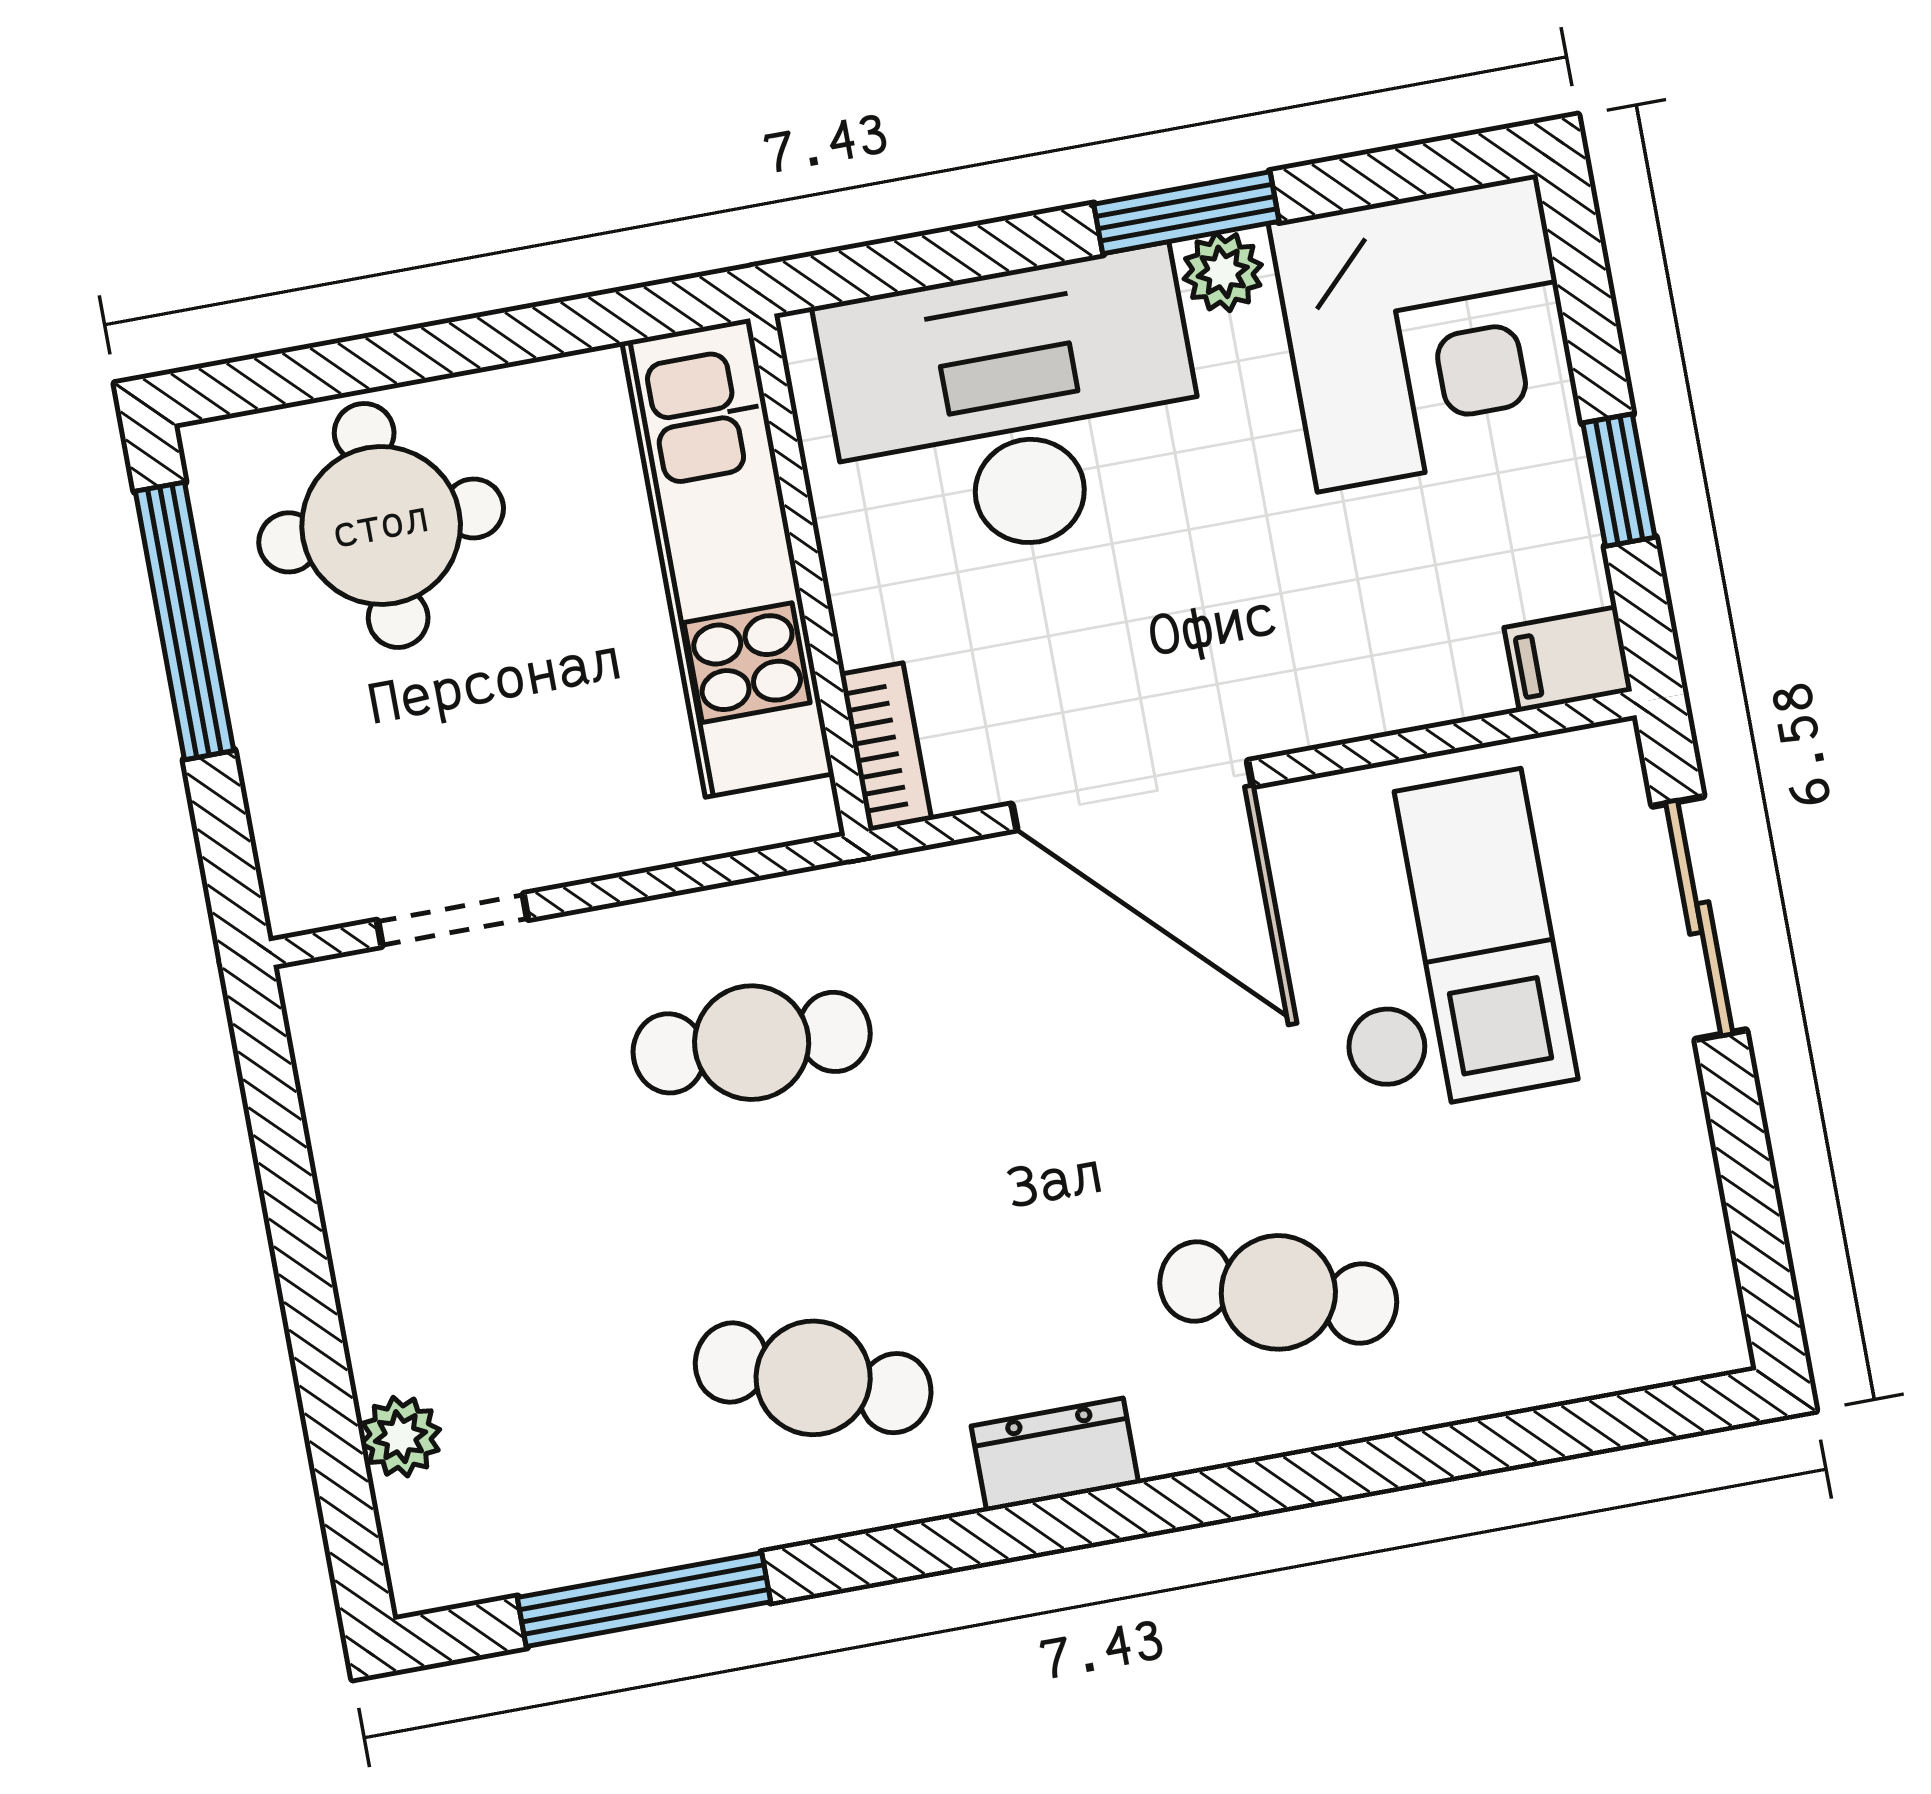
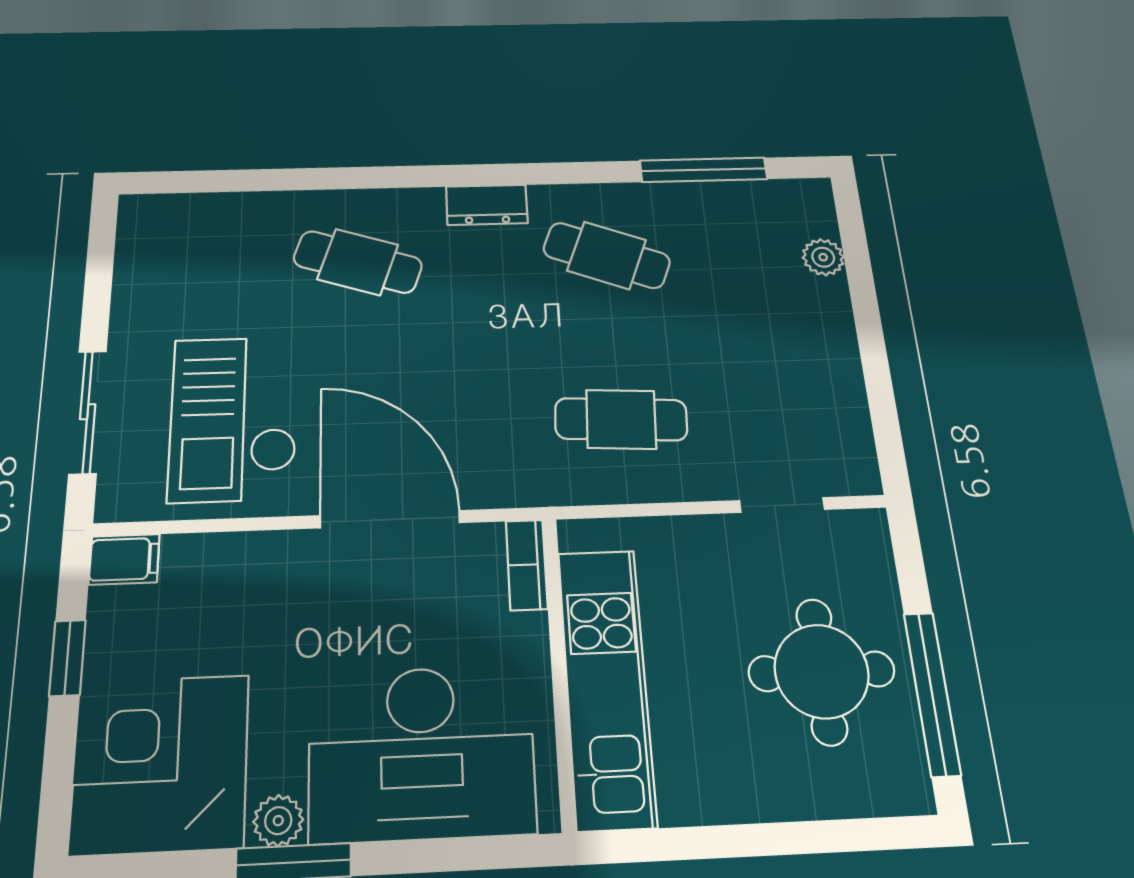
round table: (381, 525) -> (822, 671), moved

